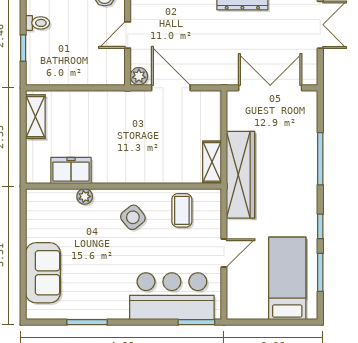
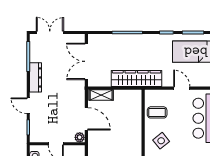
door: (171, 88) -> (86, 119), swing flipped
shelving: (212, 162) -> (101, 95), moved

